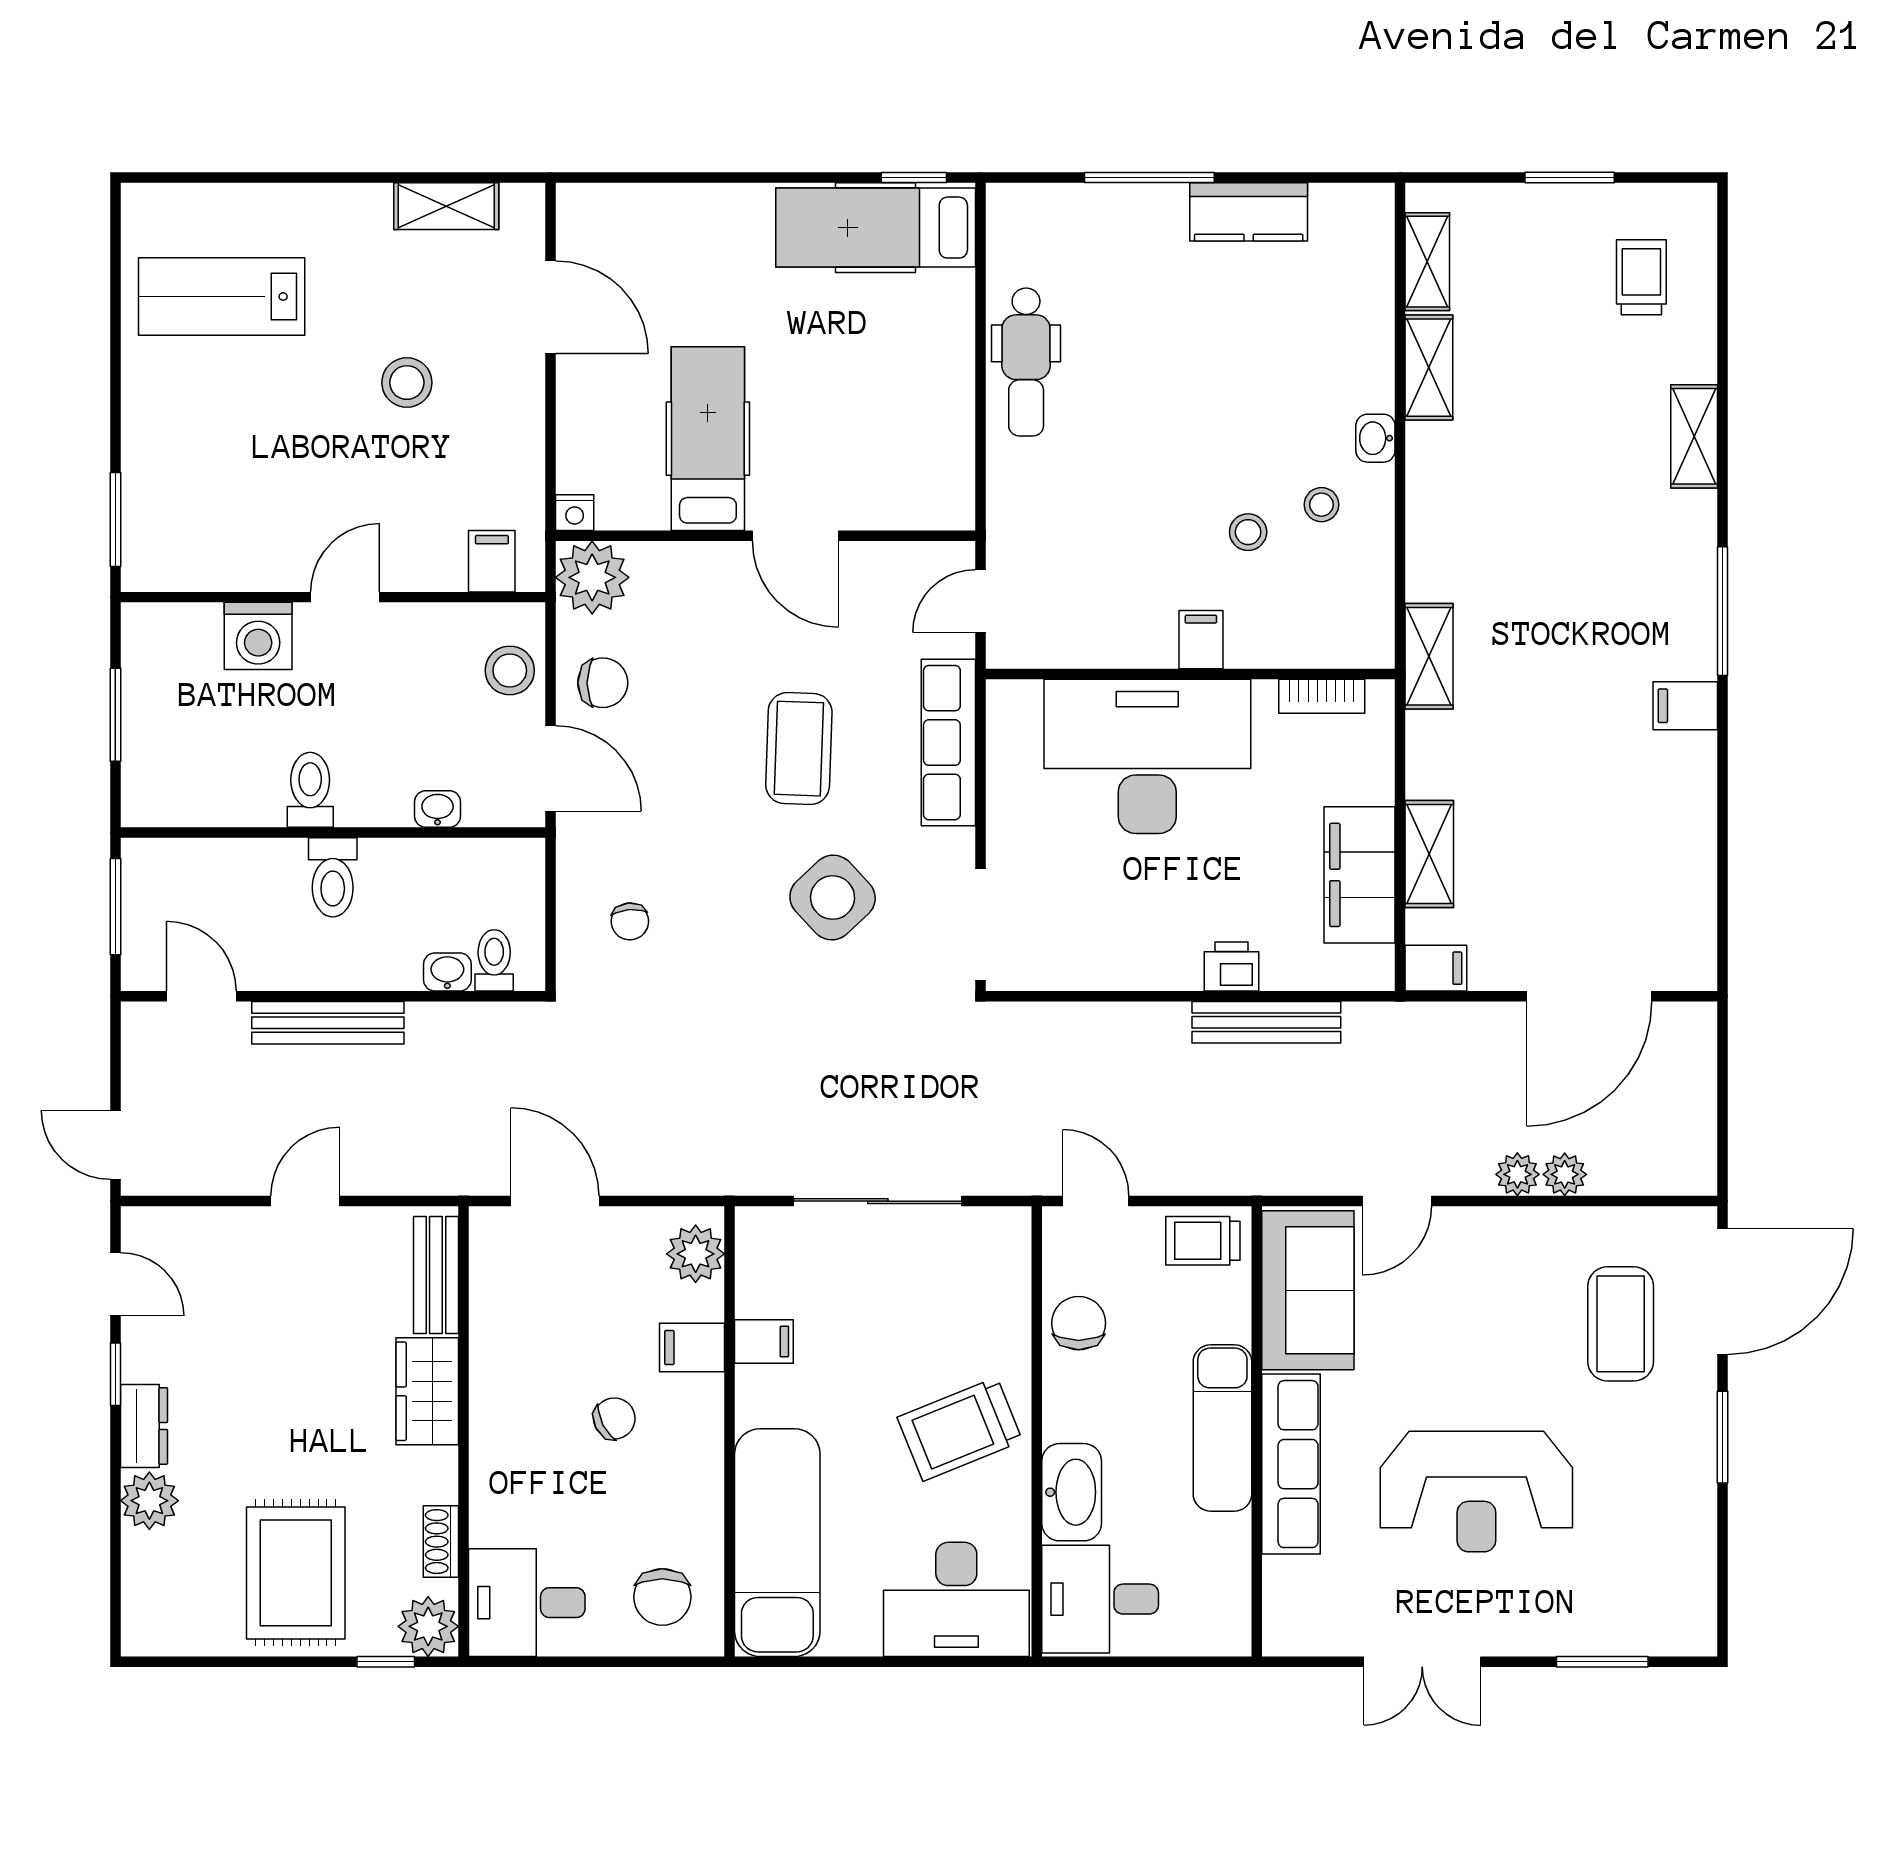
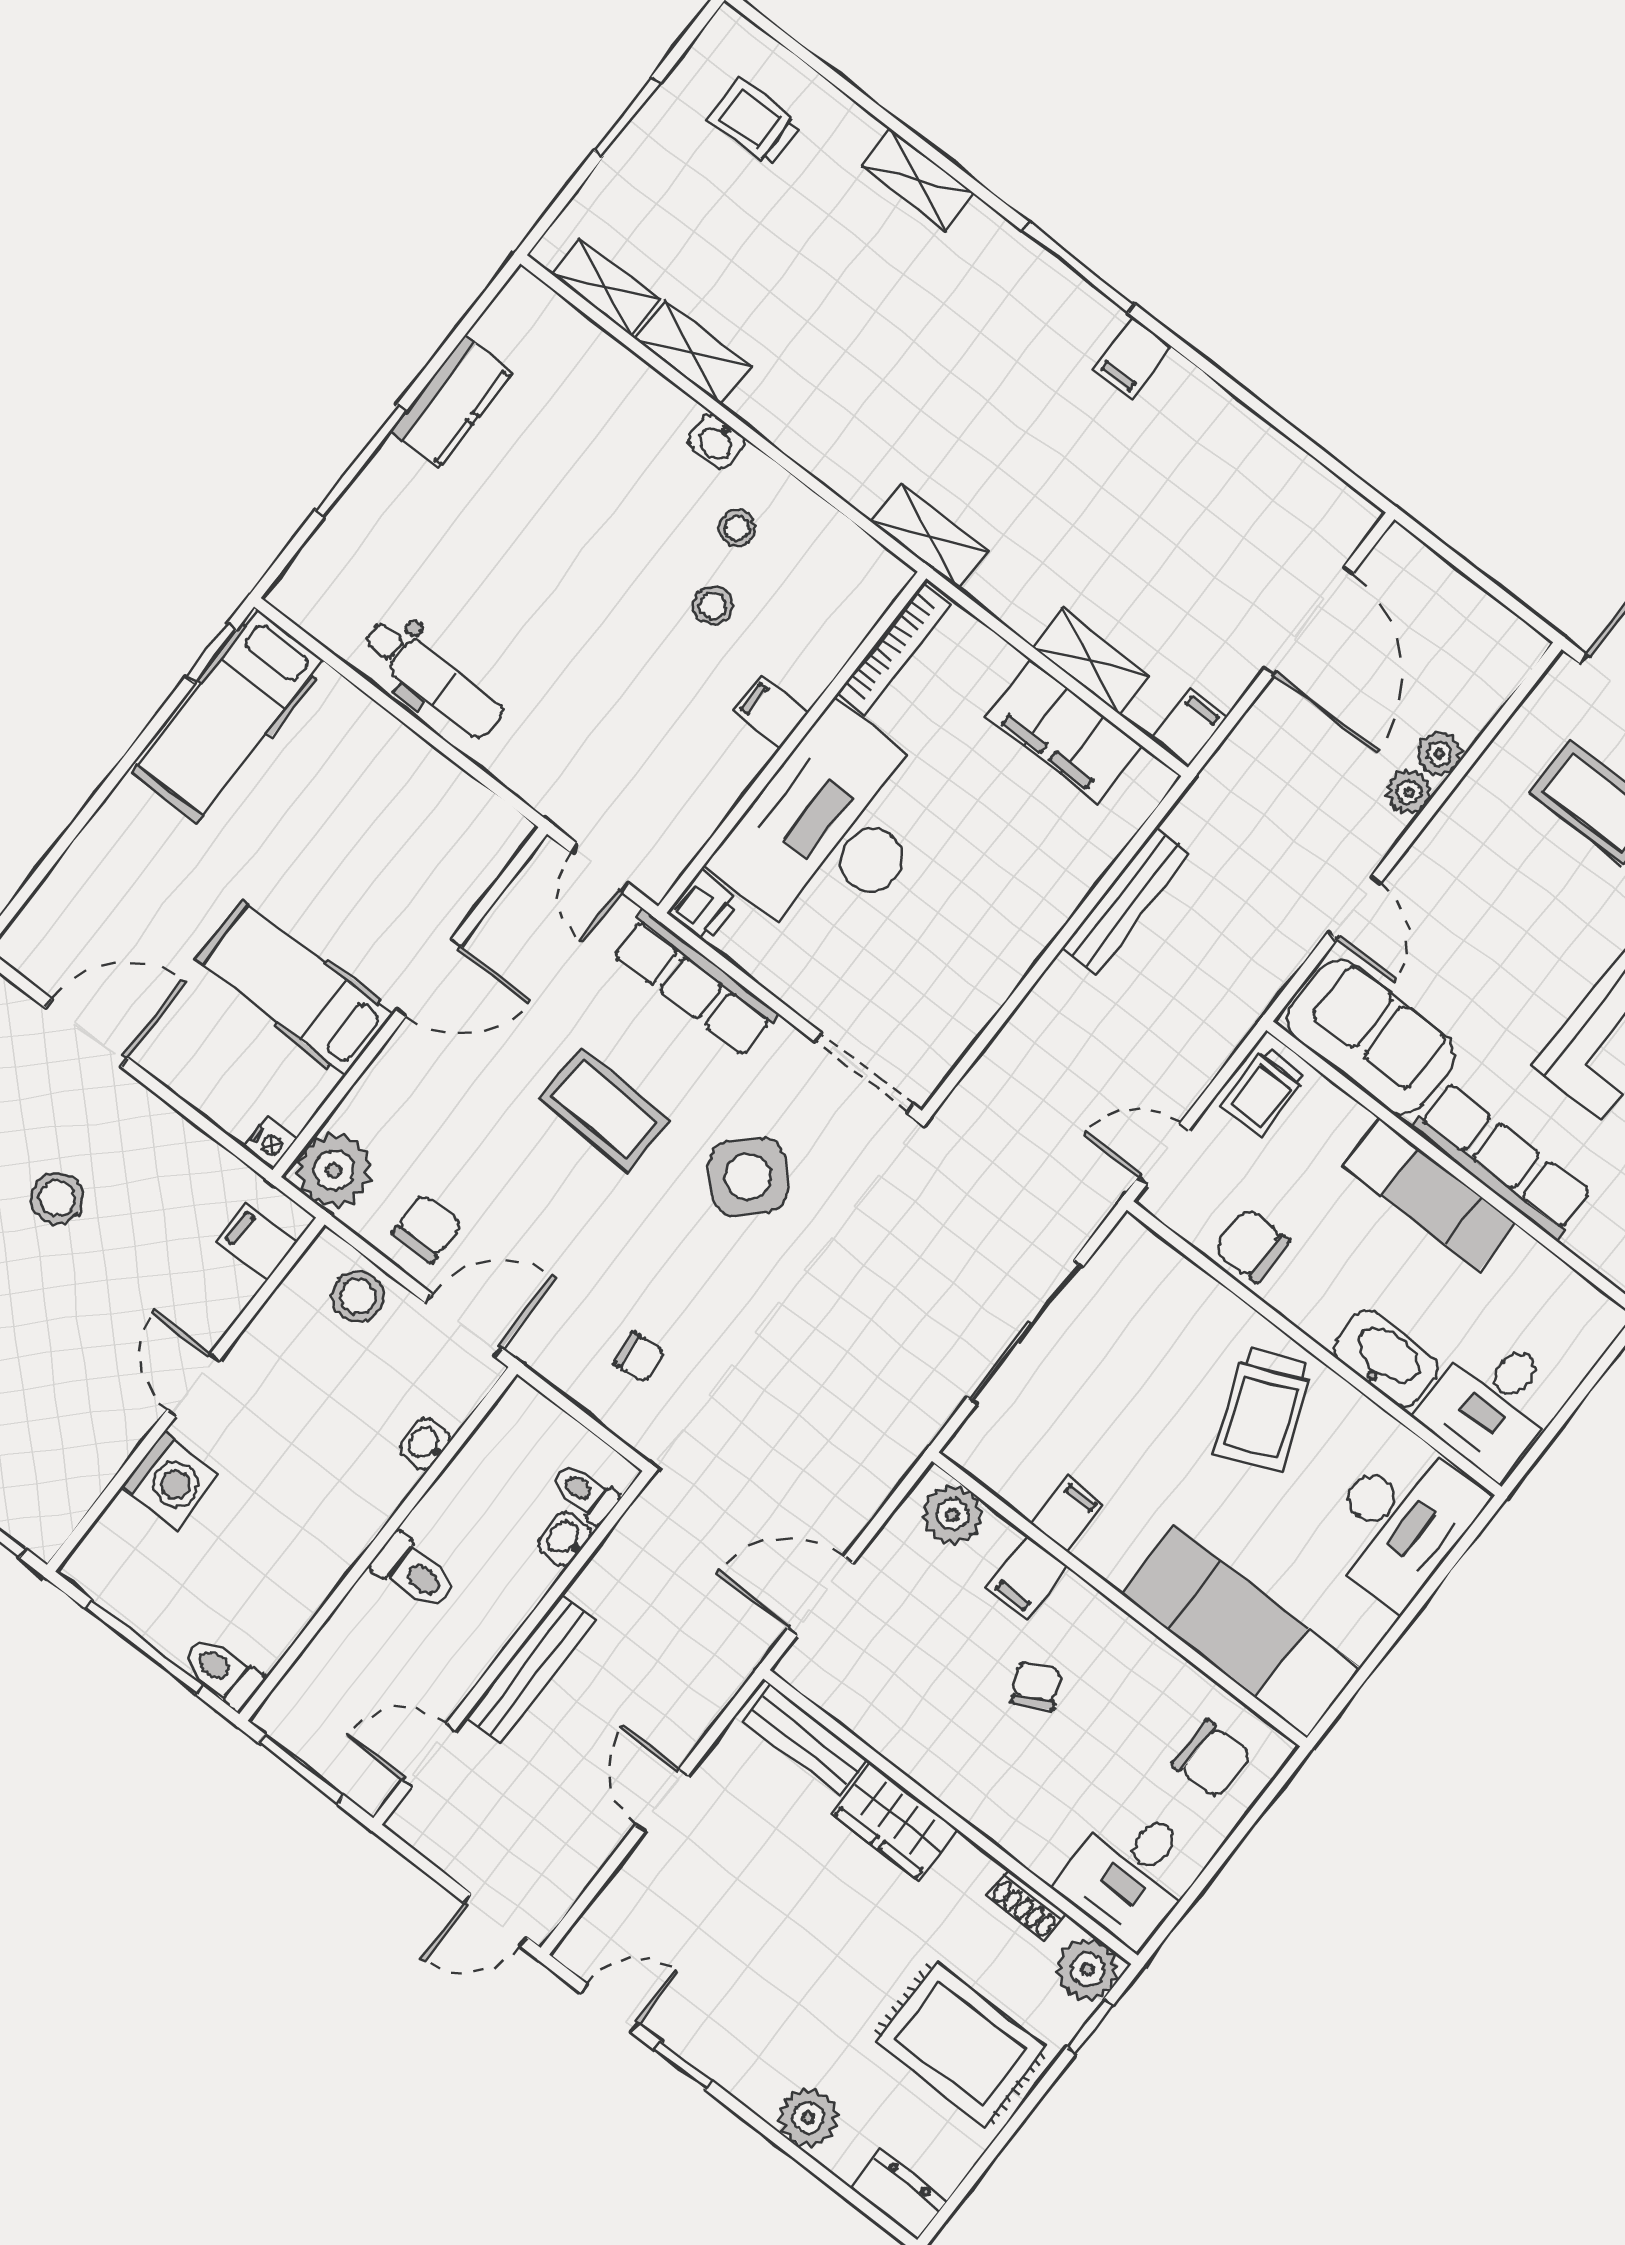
bookcase: (1322, 696) -> (894, 649), width x1.56
window: (115, 715) -> (144, 1647), width x1.44
toilet: (310, 790) -> (223, 1672), moved
printer: (1232, 966) -> (704, 906), moved, turned 180
dresser: (144, 1426) -> (898, 2195), moved

